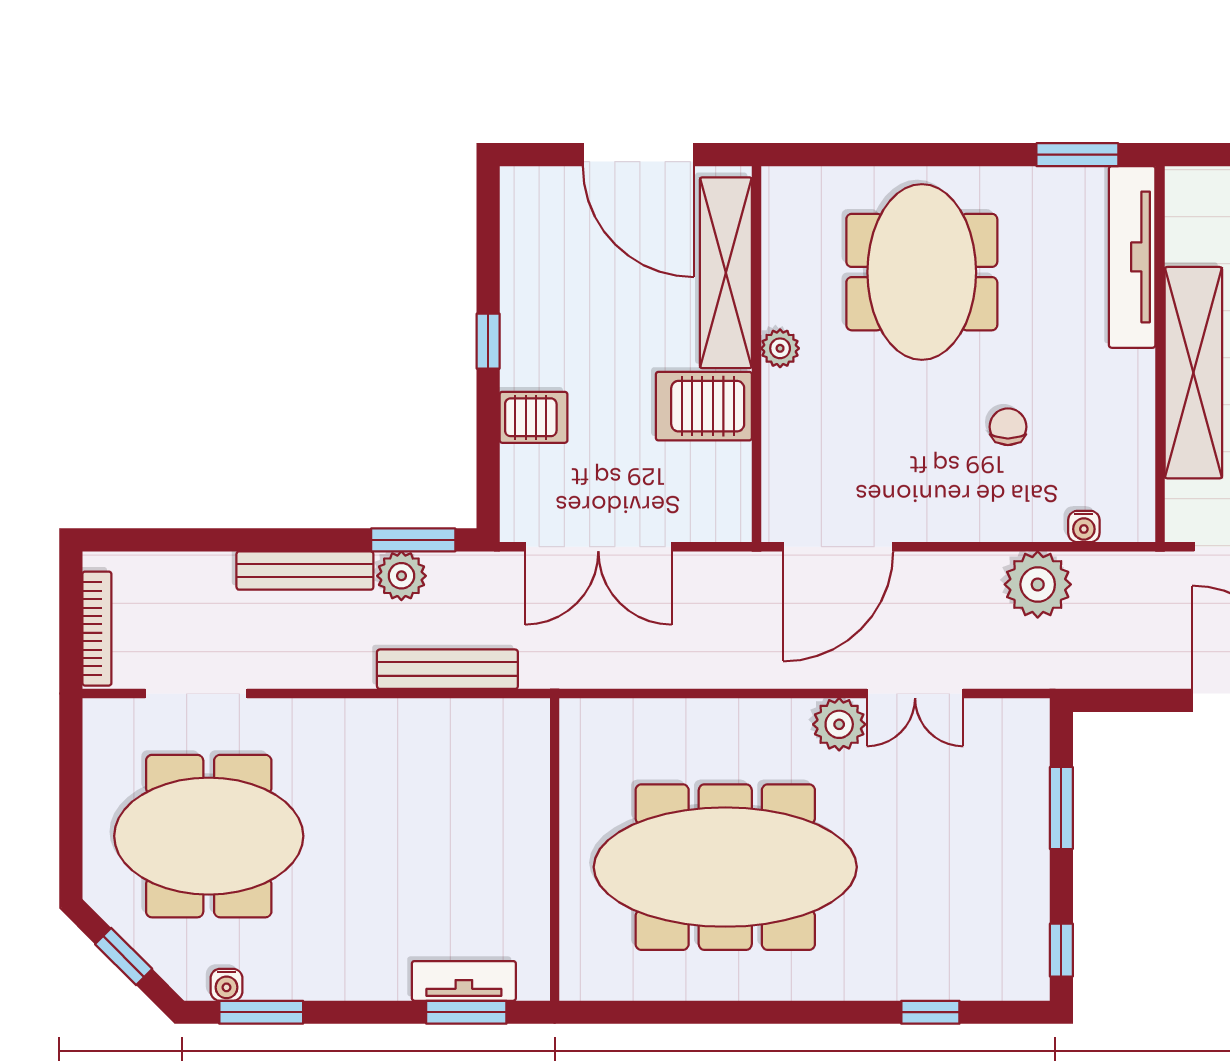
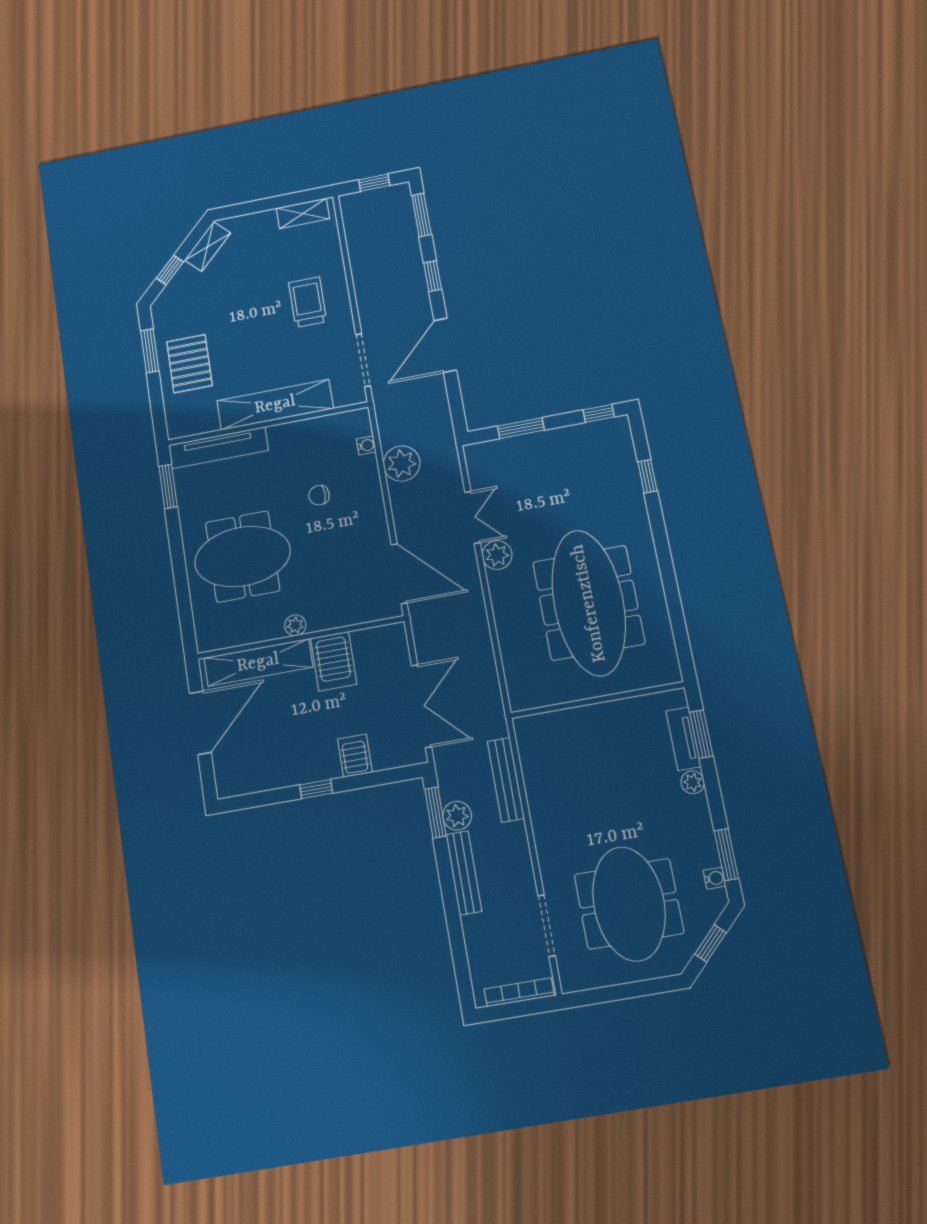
plant: (389, 981) -> (693, 782), added

